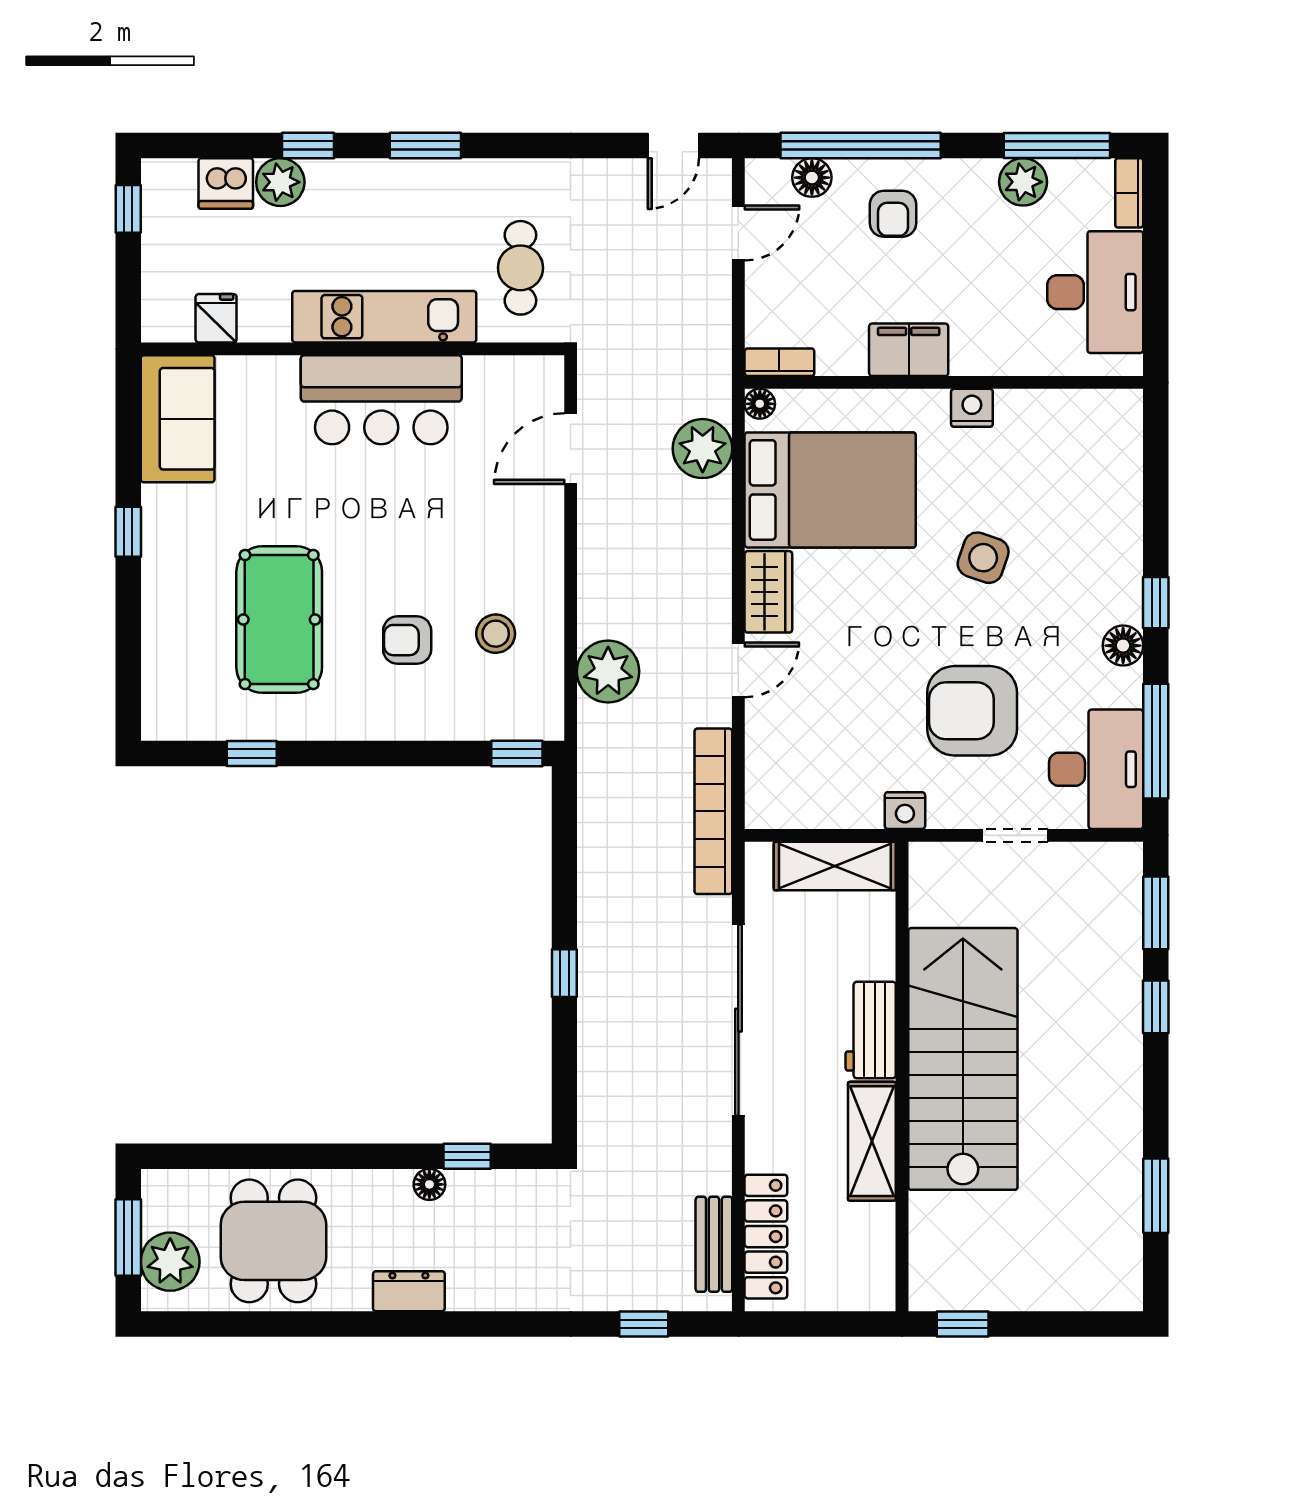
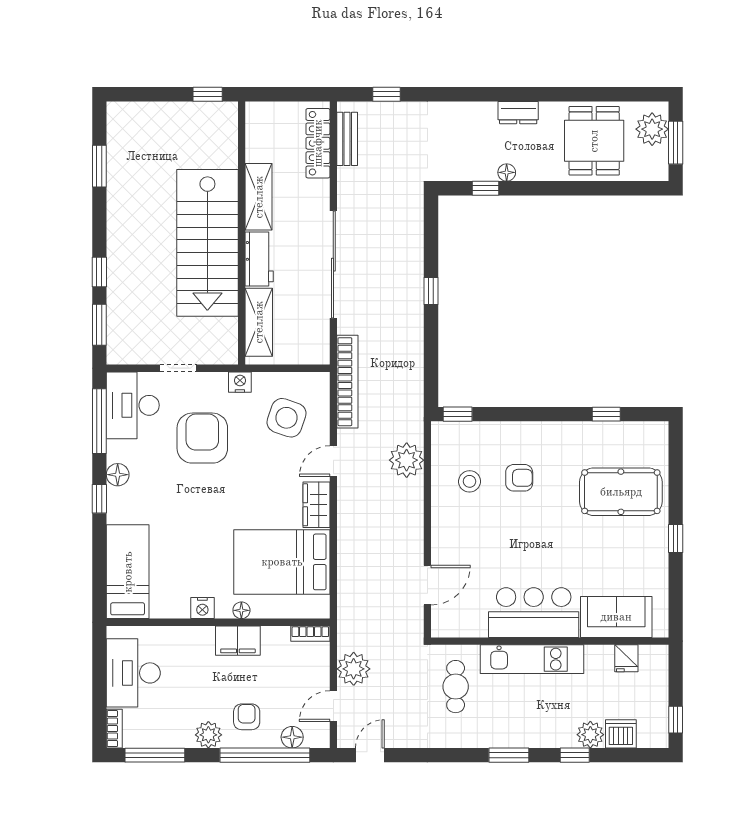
plant: (1023, 182) -> (208, 735), moved
floor lamp: (760, 404) -> (241, 610), moved
sofa: (178, 419) -> (616, 617), moved, turned 90
plant: (703, 449) -> (354, 669), moved
bed: (1105, 473) -> (128, 572), added
side table: (983, 558) -> (286, 418), moved, width x1.37, depth x1.37
pool table: (279, 620) -> (621, 492), moved, turned 90
armchair: (972, 711) -> (202, 438), turned -90
shelving: (835, 866) -> (259, 322), moved, turned 90

